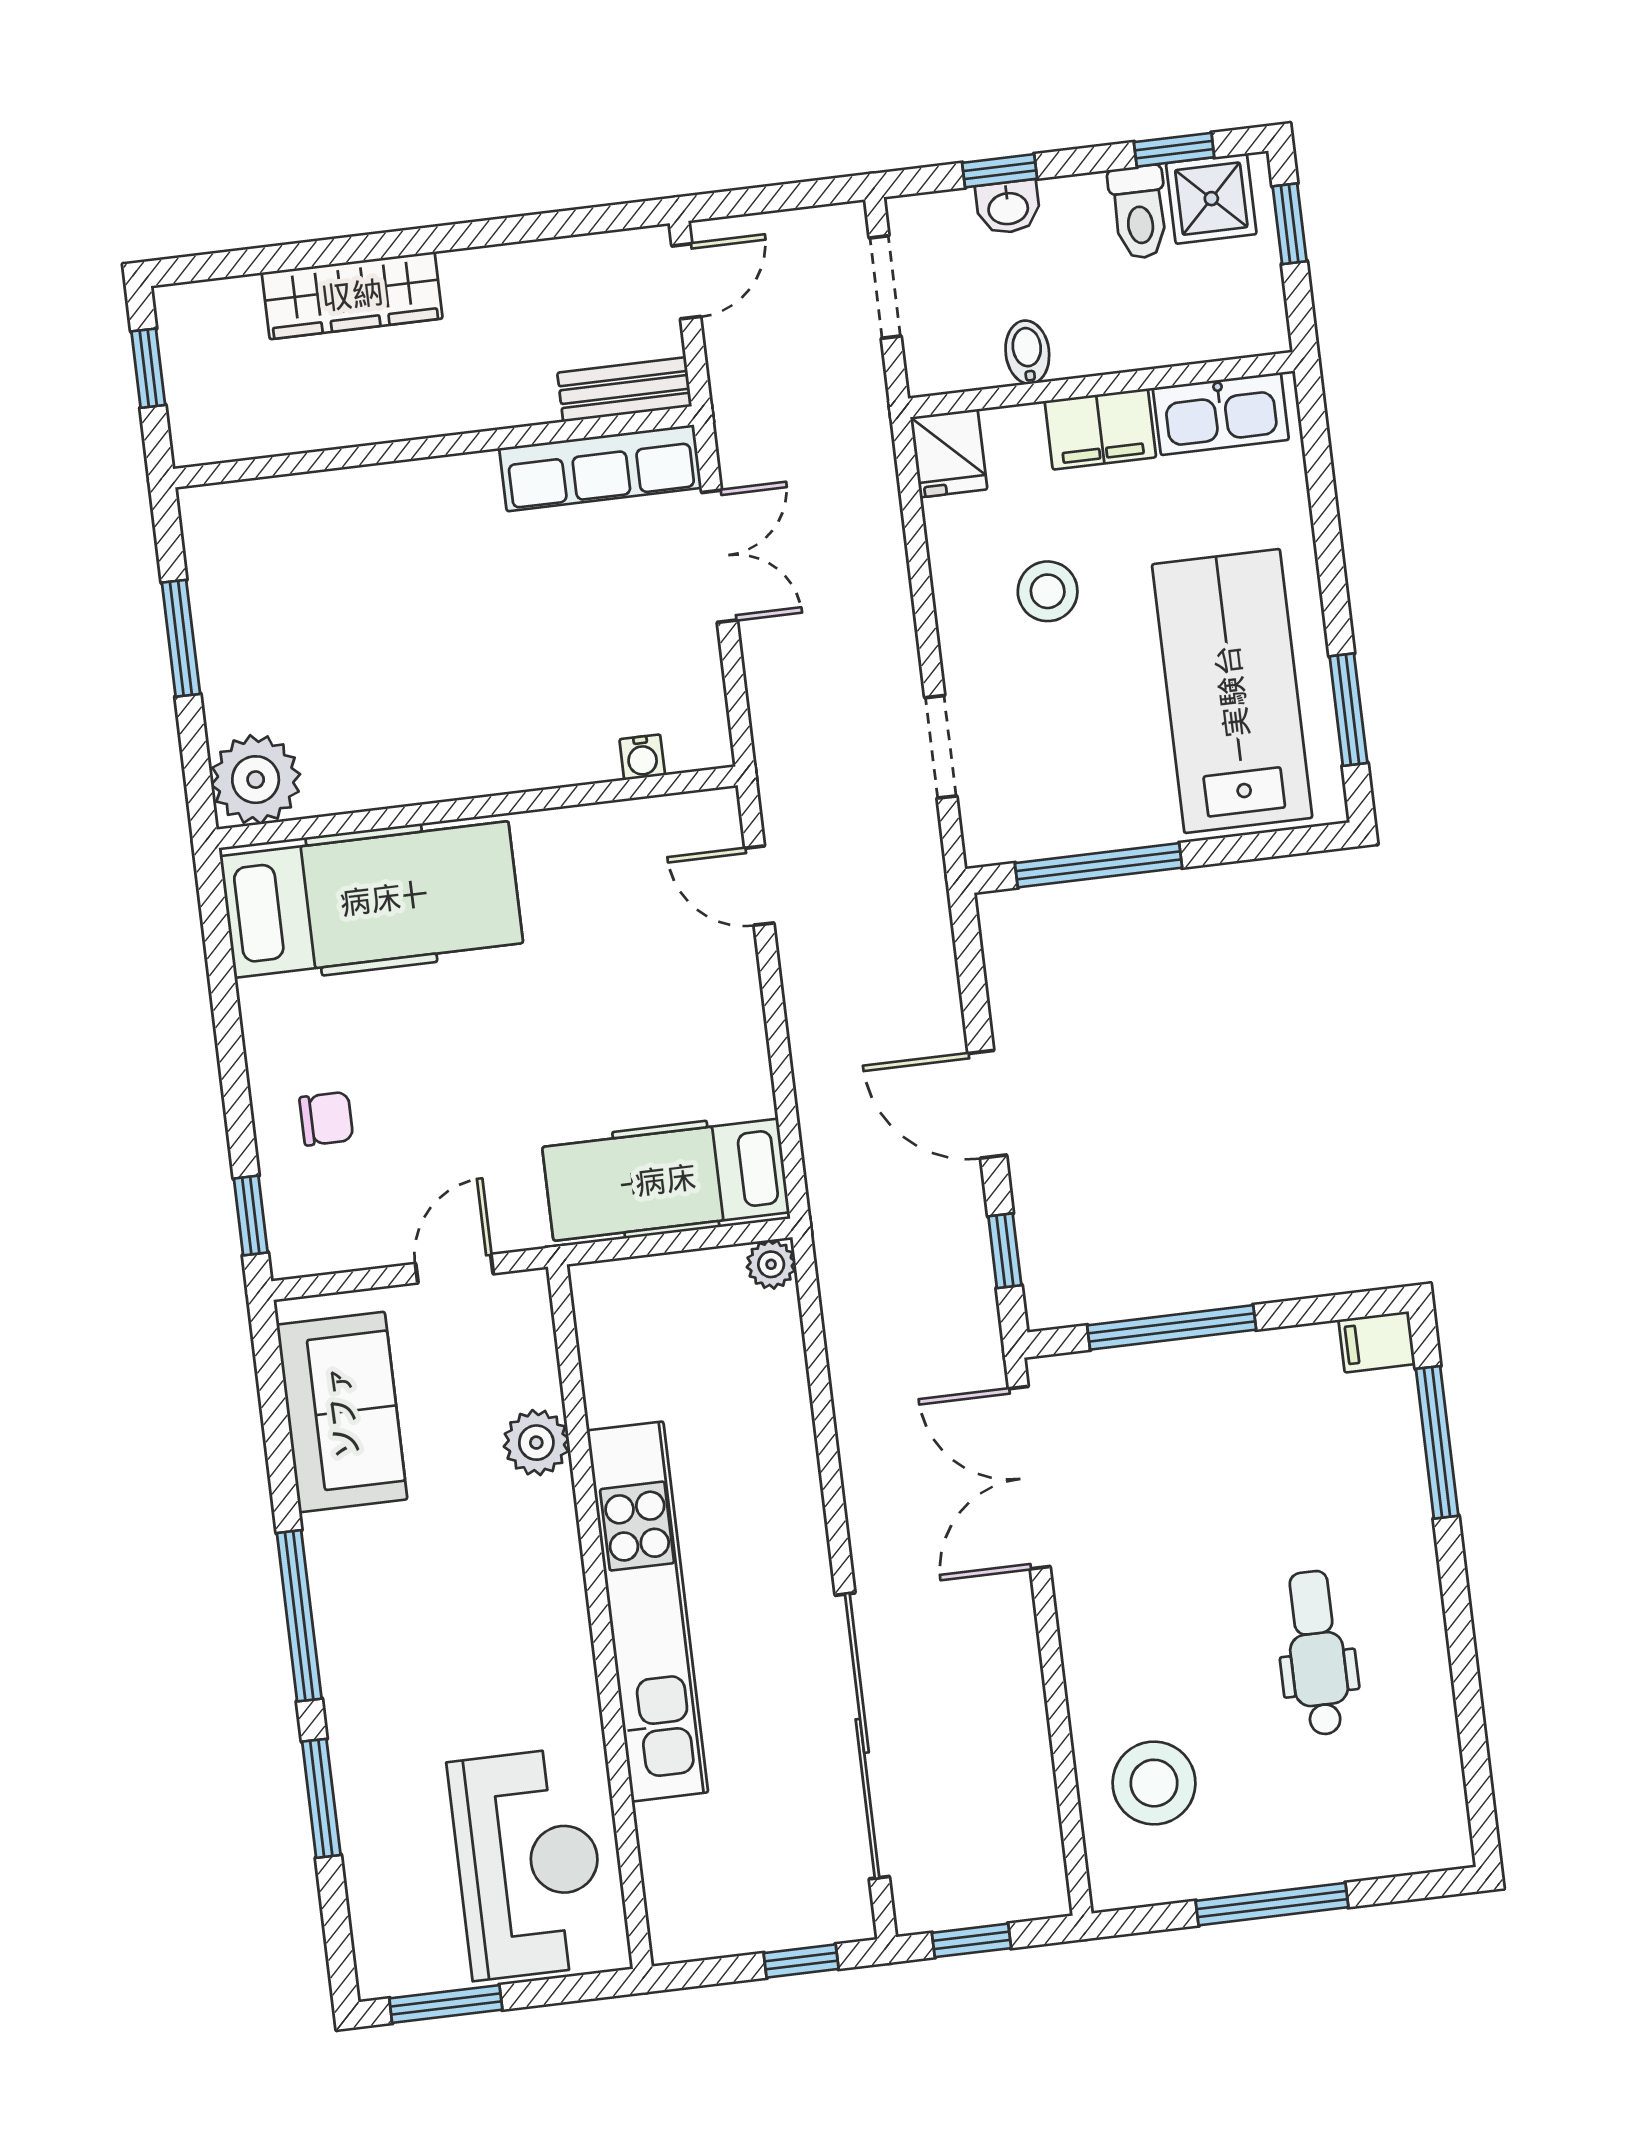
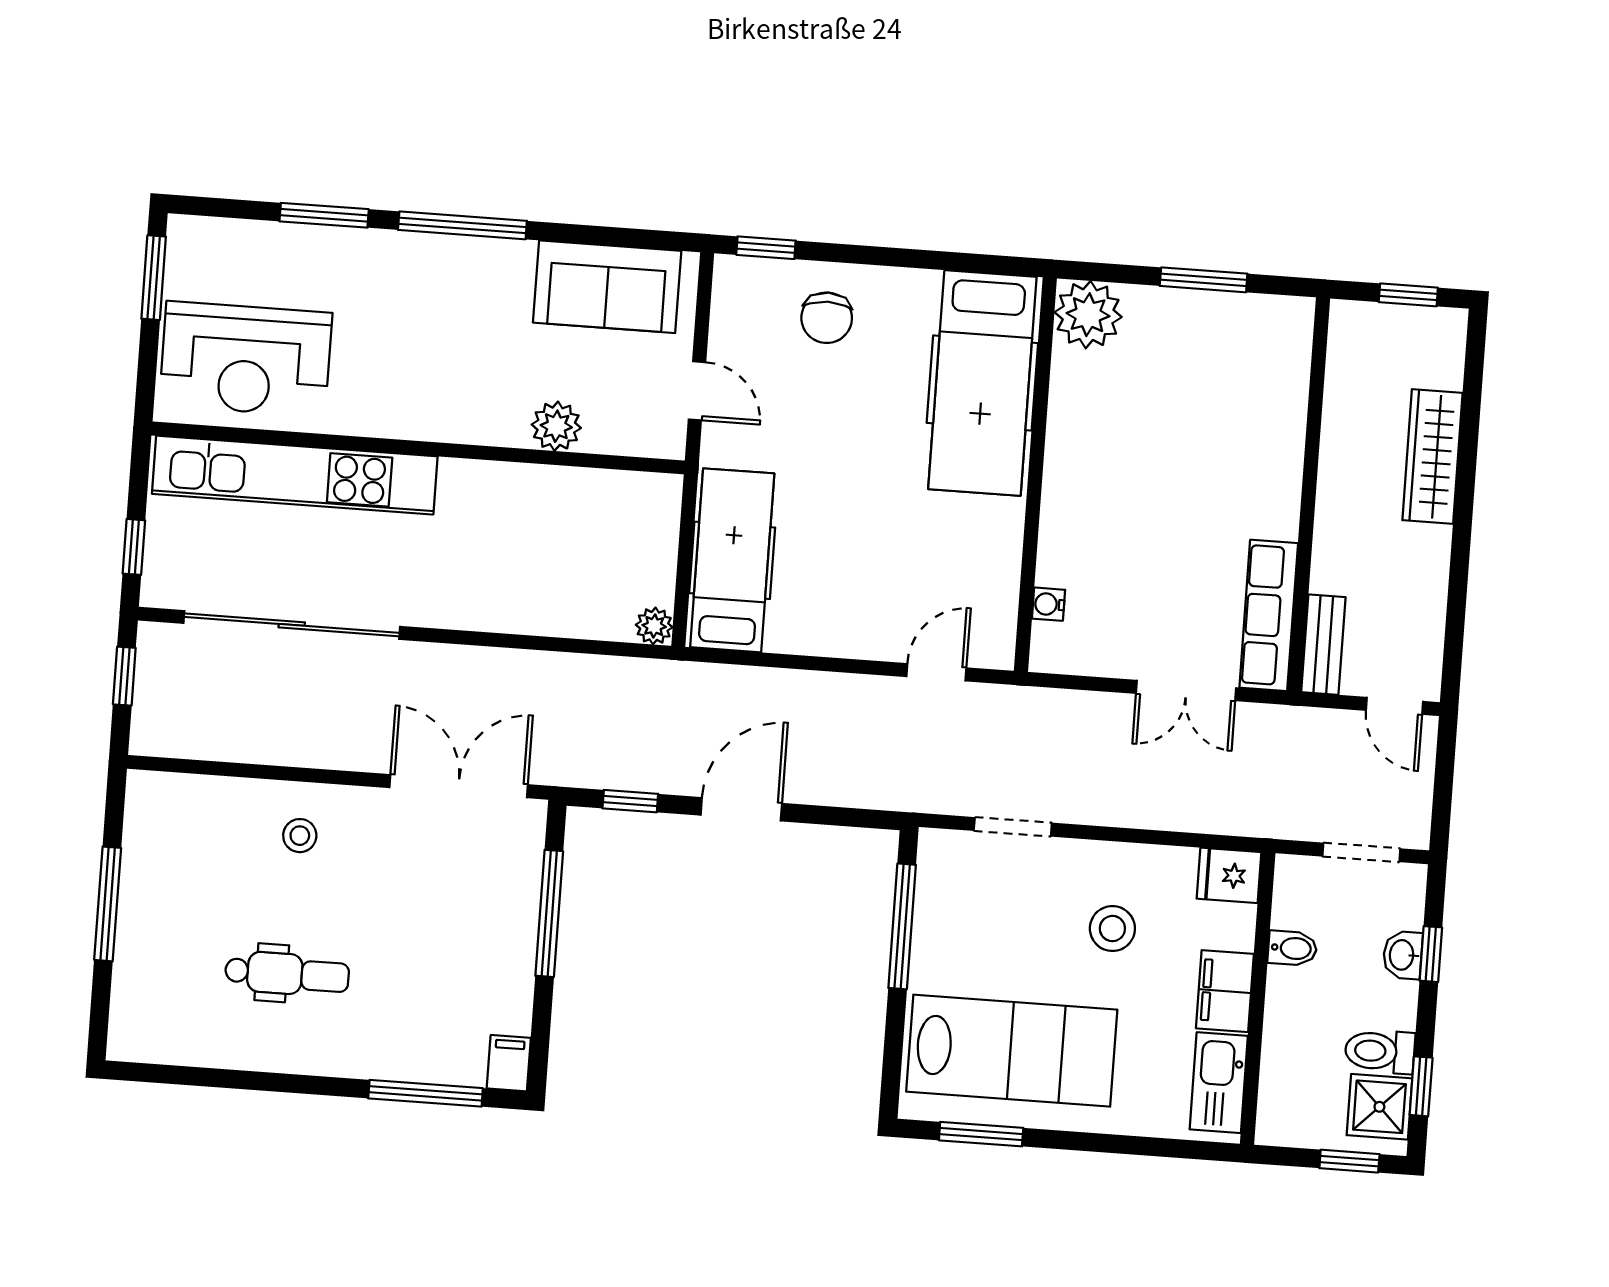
chair: (326, 1119) -> (827, 318), width x1.37, depth x1.37
kitchen unit: (647, 1611) -> (295, 475), moved
stool: (1154, 1783) -> (300, 836), moved, width x0.53, depth x0.53

